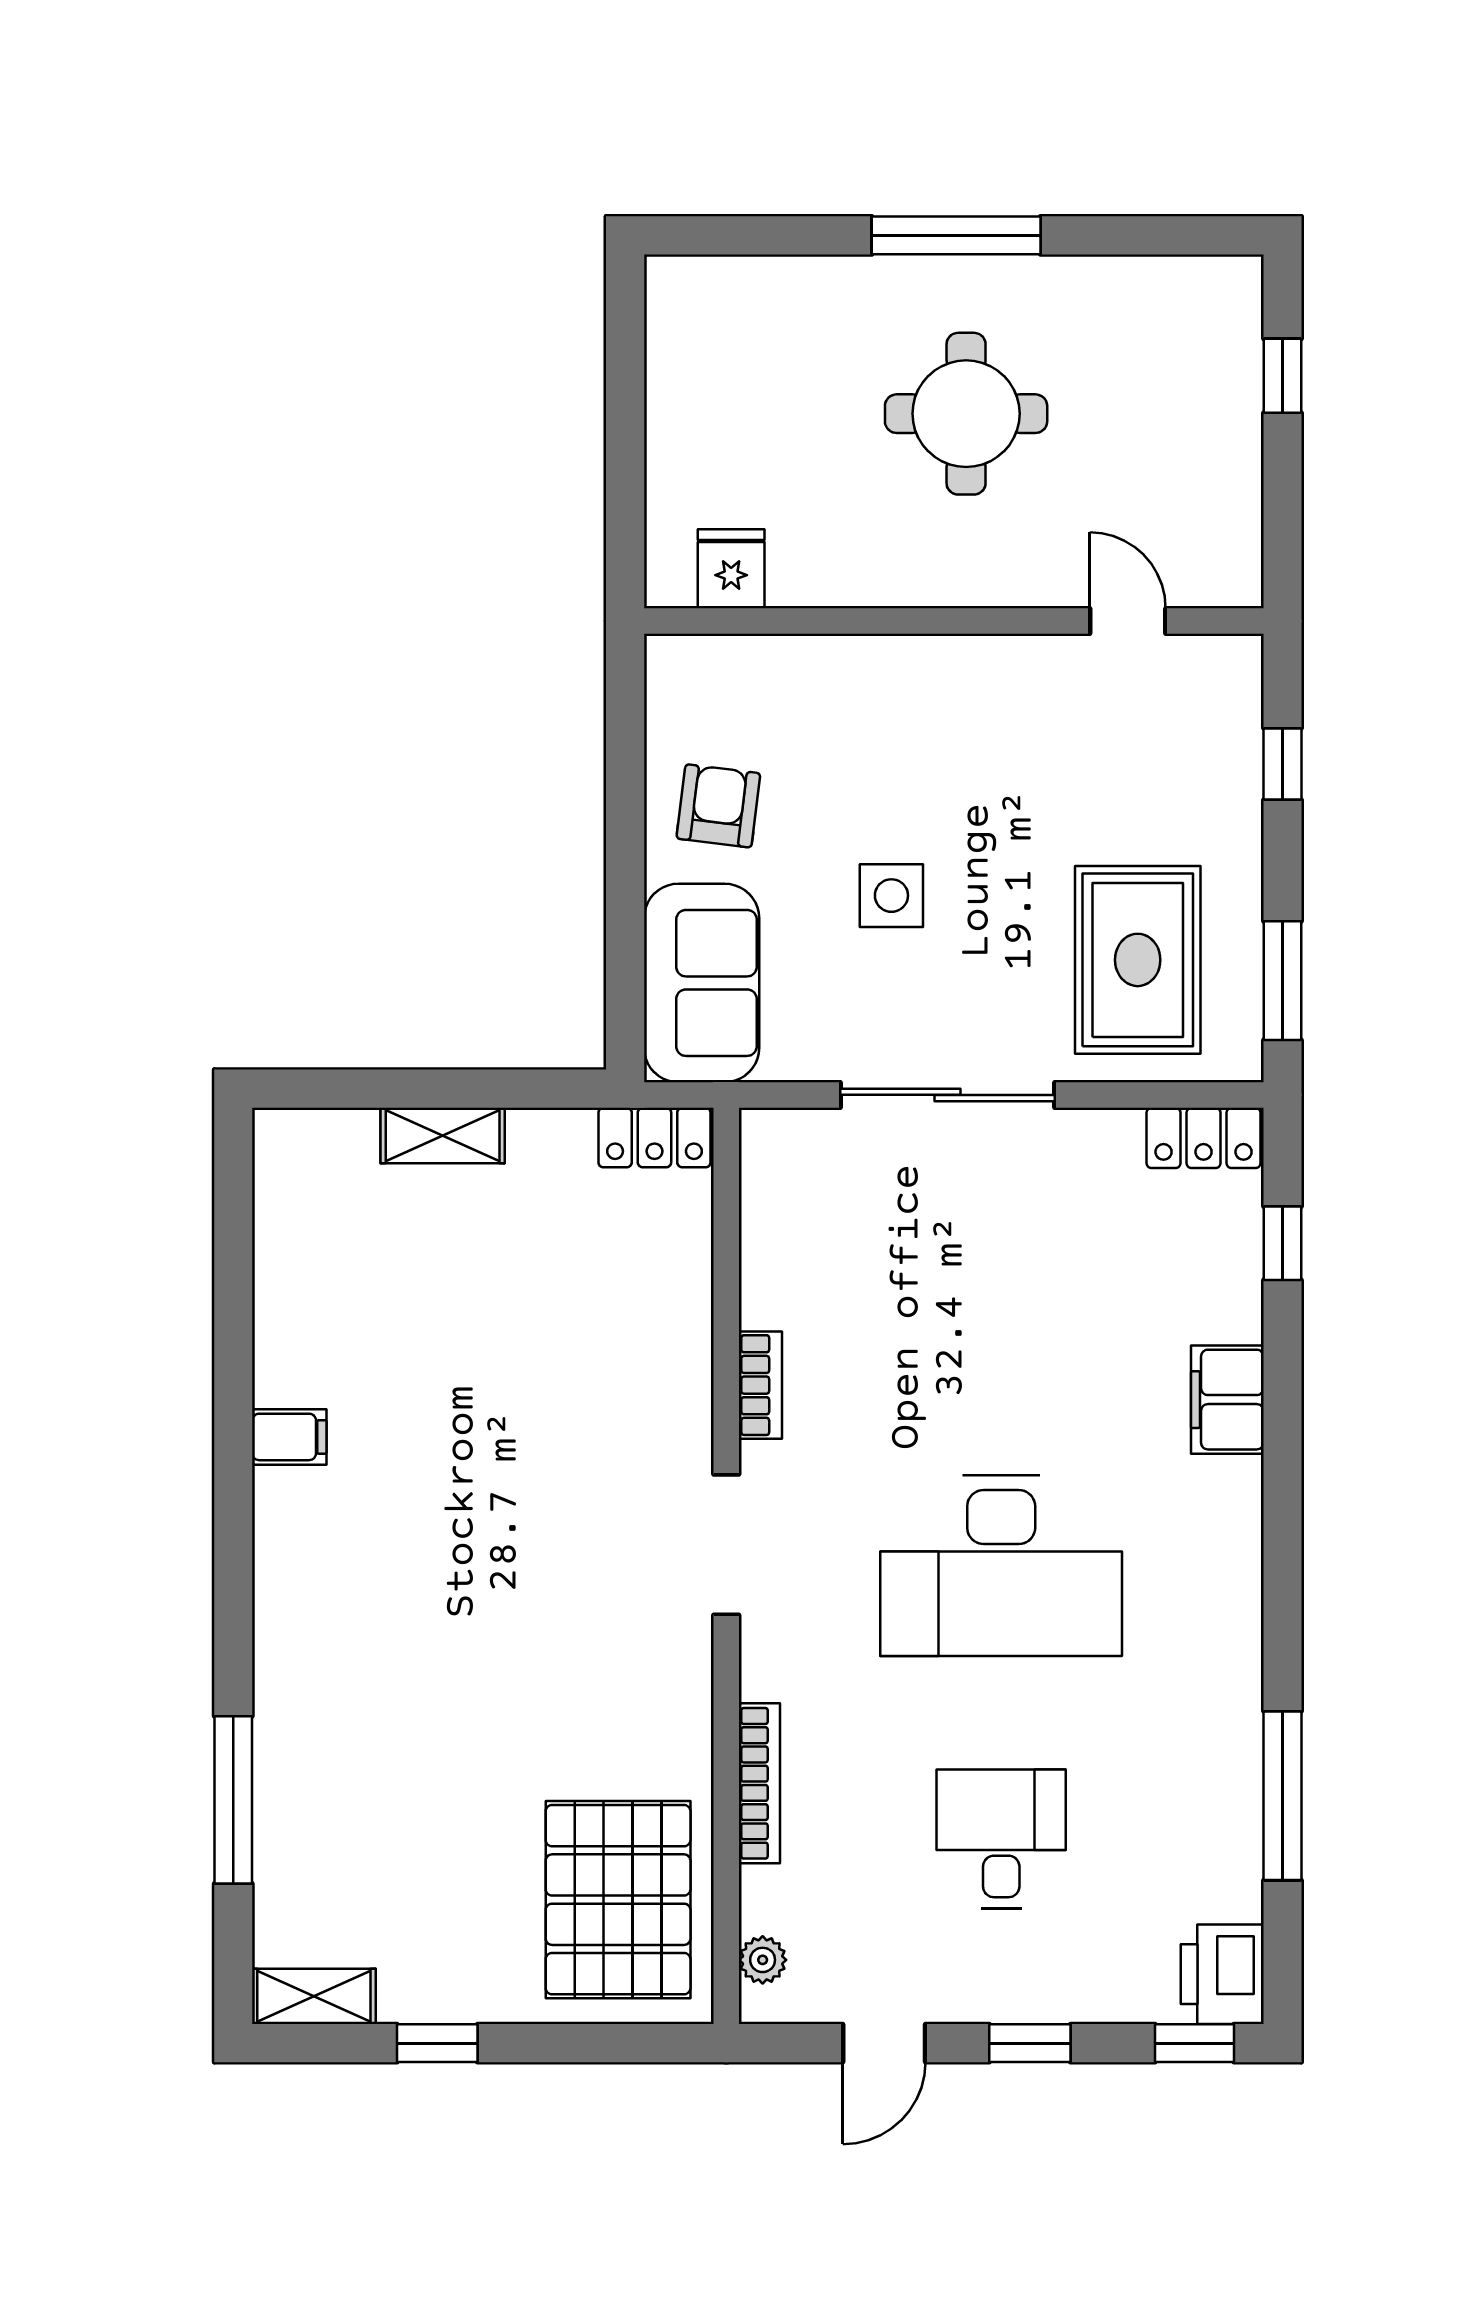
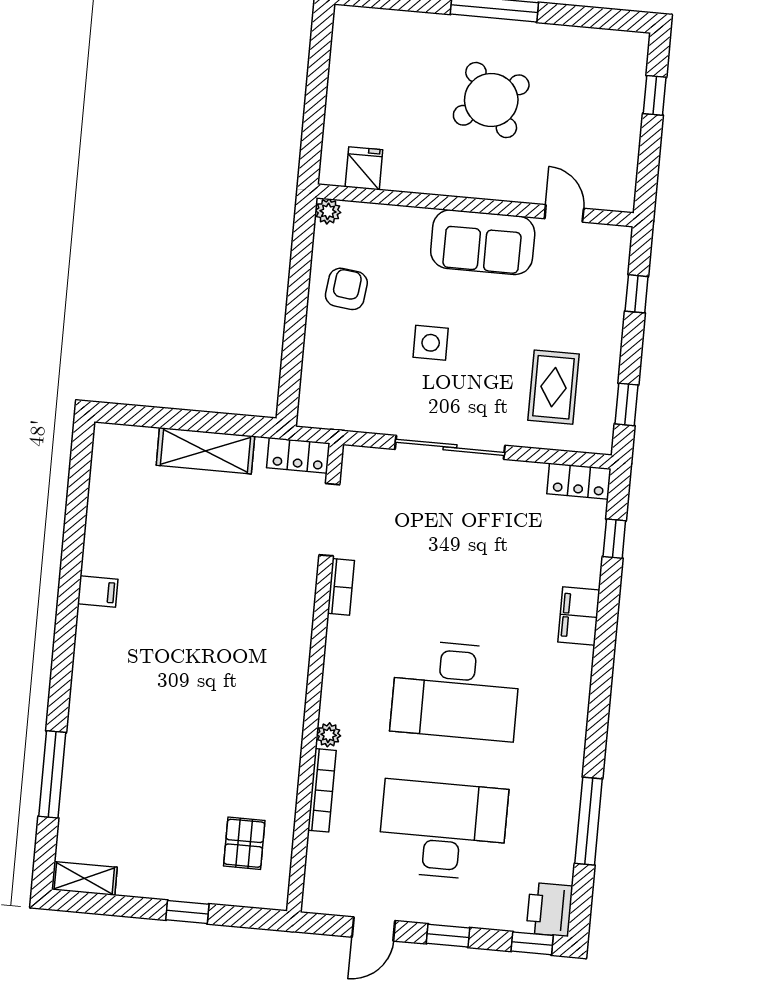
round table: (966, 414) -> (491, 100), turned -34
plant: (669, 659) -> (328, 211), added
rug: (1138, 960) -> (553, 387), width x0.73, depth x0.70
window: (1282, 981) -> (627, 404), width x0.67
sofa: (702, 983) -> (483, 242), moved, turned 90
shelving: (443, 1135) -> (205, 451), width x1.50, depth x1.33
doorway: (726, 1545) -> (329, 520), moved
desk: (1001, 1839) -> (443, 830), width x1.87, depth x1.30
pallet: (618, 1900) -> (244, 843), width x0.49, depth x0.50
plant: (763, 1960) -> (329, 735), moved
window: (437, 2043) -> (187, 912), moved

